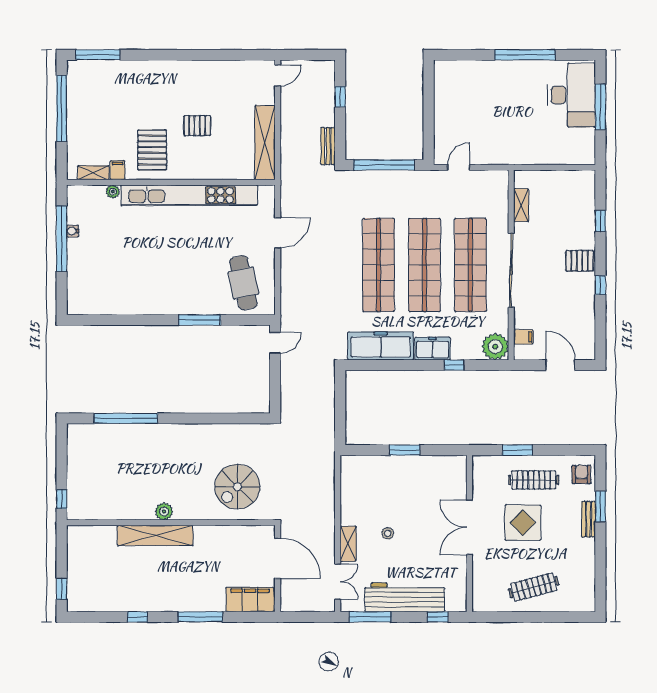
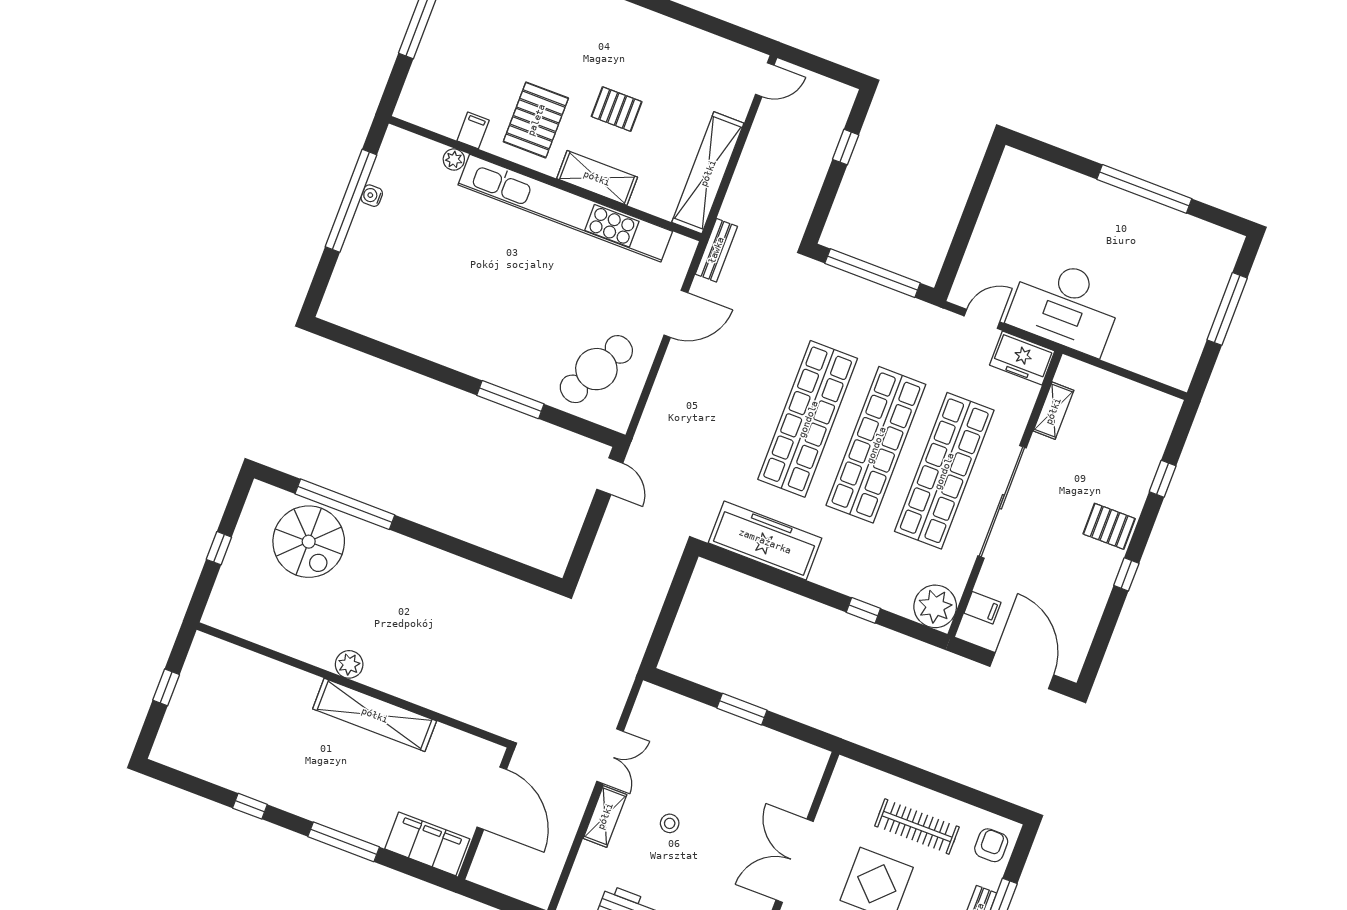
desk: (571, 95) -> (1065, 306), moved, turned 90
bench: (328, 146) -> (716, 250), moved
shelving: (93, 173) -> (597, 178), moved, width x1.50, depth x1.33
cafe table: (243, 283) -> (596, 369), turned 40
door: (275, 343) -> (610, 476), hinge flipped
freezer: (433, 349) -> (1022, 358), moved, turned 180
door: (560, 365) -> (1022, 671), width x1.36
window: (517, 450) -> (910, 773), removed
spiral stairs: (237, 487) -> (309, 542), moved, turned -90
window: (62, 499) -> (219, 548), moved
shelving: (155, 535) -> (375, 715), moved
double door: (338, 582) -> (610, 756), moved
window: (62, 589) -> (166, 687), moved

